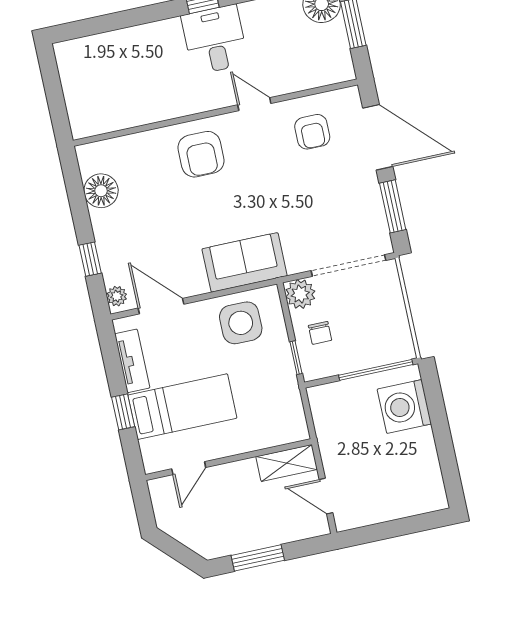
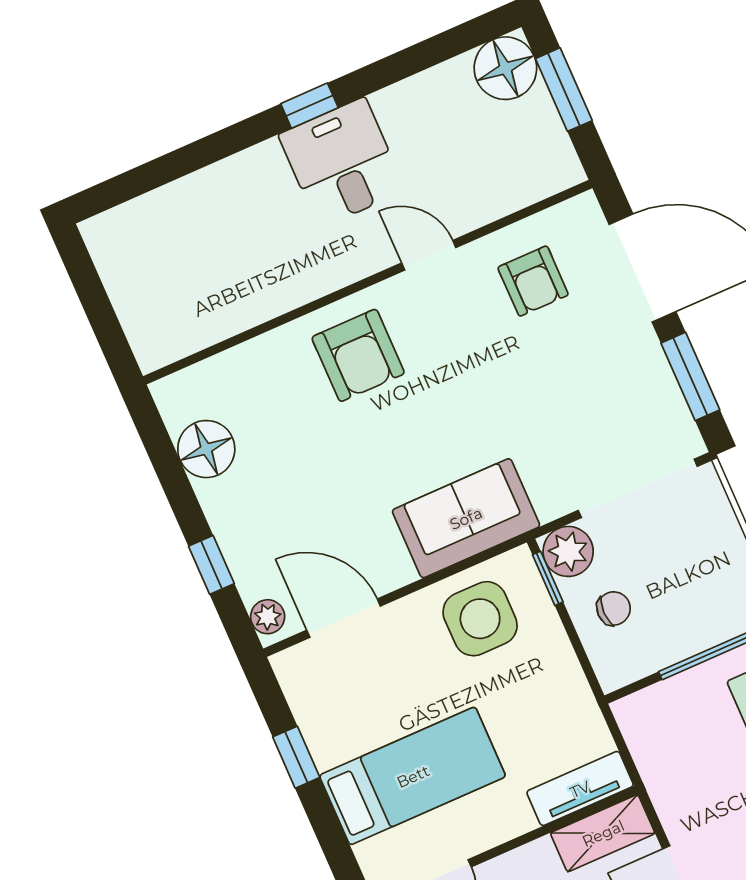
chair: (320, 333) -> (614, 608), turned -90
window: (296, 358) -> (548, 578), moved
tv unit: (132, 361) -> (580, 789), moved, turned -90
window: (123, 412) -> (296, 757), moved

